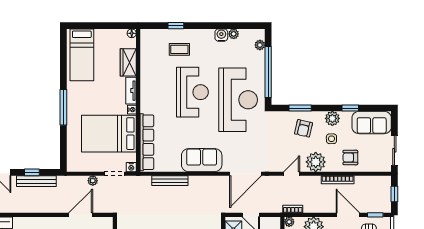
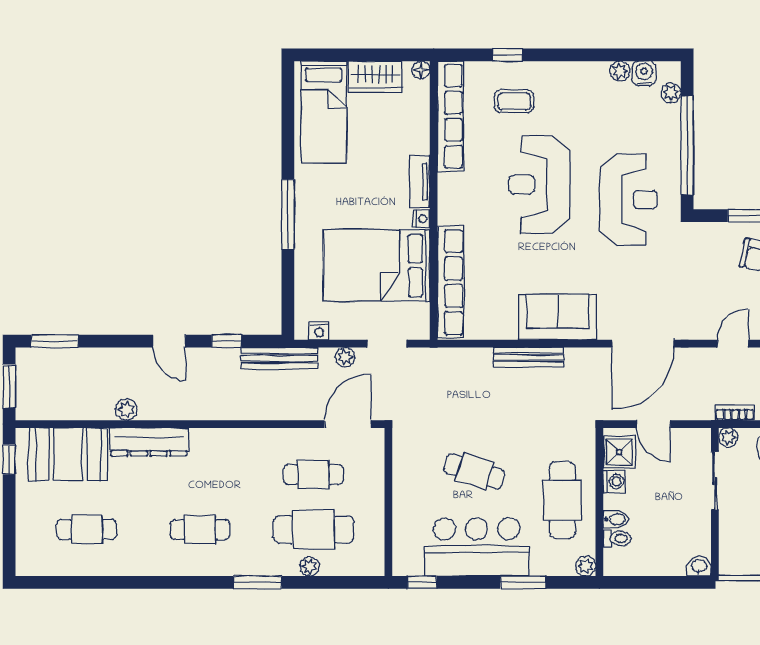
water cooler: (221, 35) -> (644, 73), moved
row of seats: (147, 57) -> (450, 116), added
wardrobe: (128, 62) -> (375, 77), moved, turned -90
reception desk: (192, 92) -> (539, 185), turned 180
reception desk: (238, 100) -> (629, 200), width x0.74, depth x0.77
nightstand: (131, 167) -> (319, 331), moved
bench: (36, 181) -> (279, 358), moved
bench: (170, 181) -> (529, 357), moved
door: (81, 215) -> (348, 424), moved

